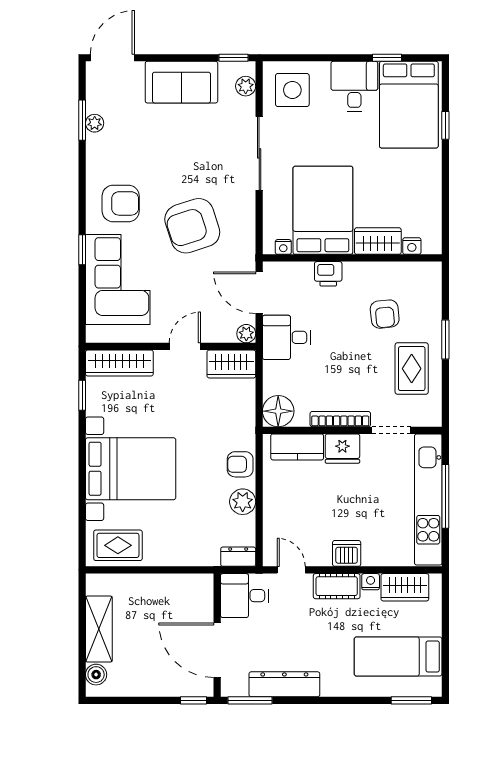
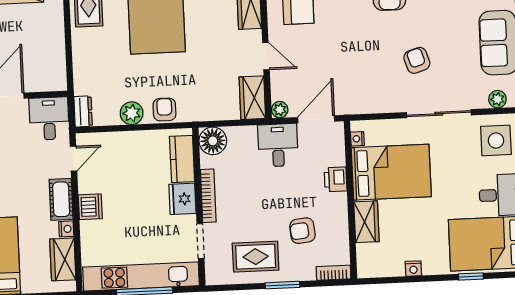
armchair: (192, 226) -> (417, 60), moved, width x0.53, depth x0.53
nightstand: (412, 246) -> (413, 269), moved, turned -90
bookcase: (434, 281) -> (334, 273), added

